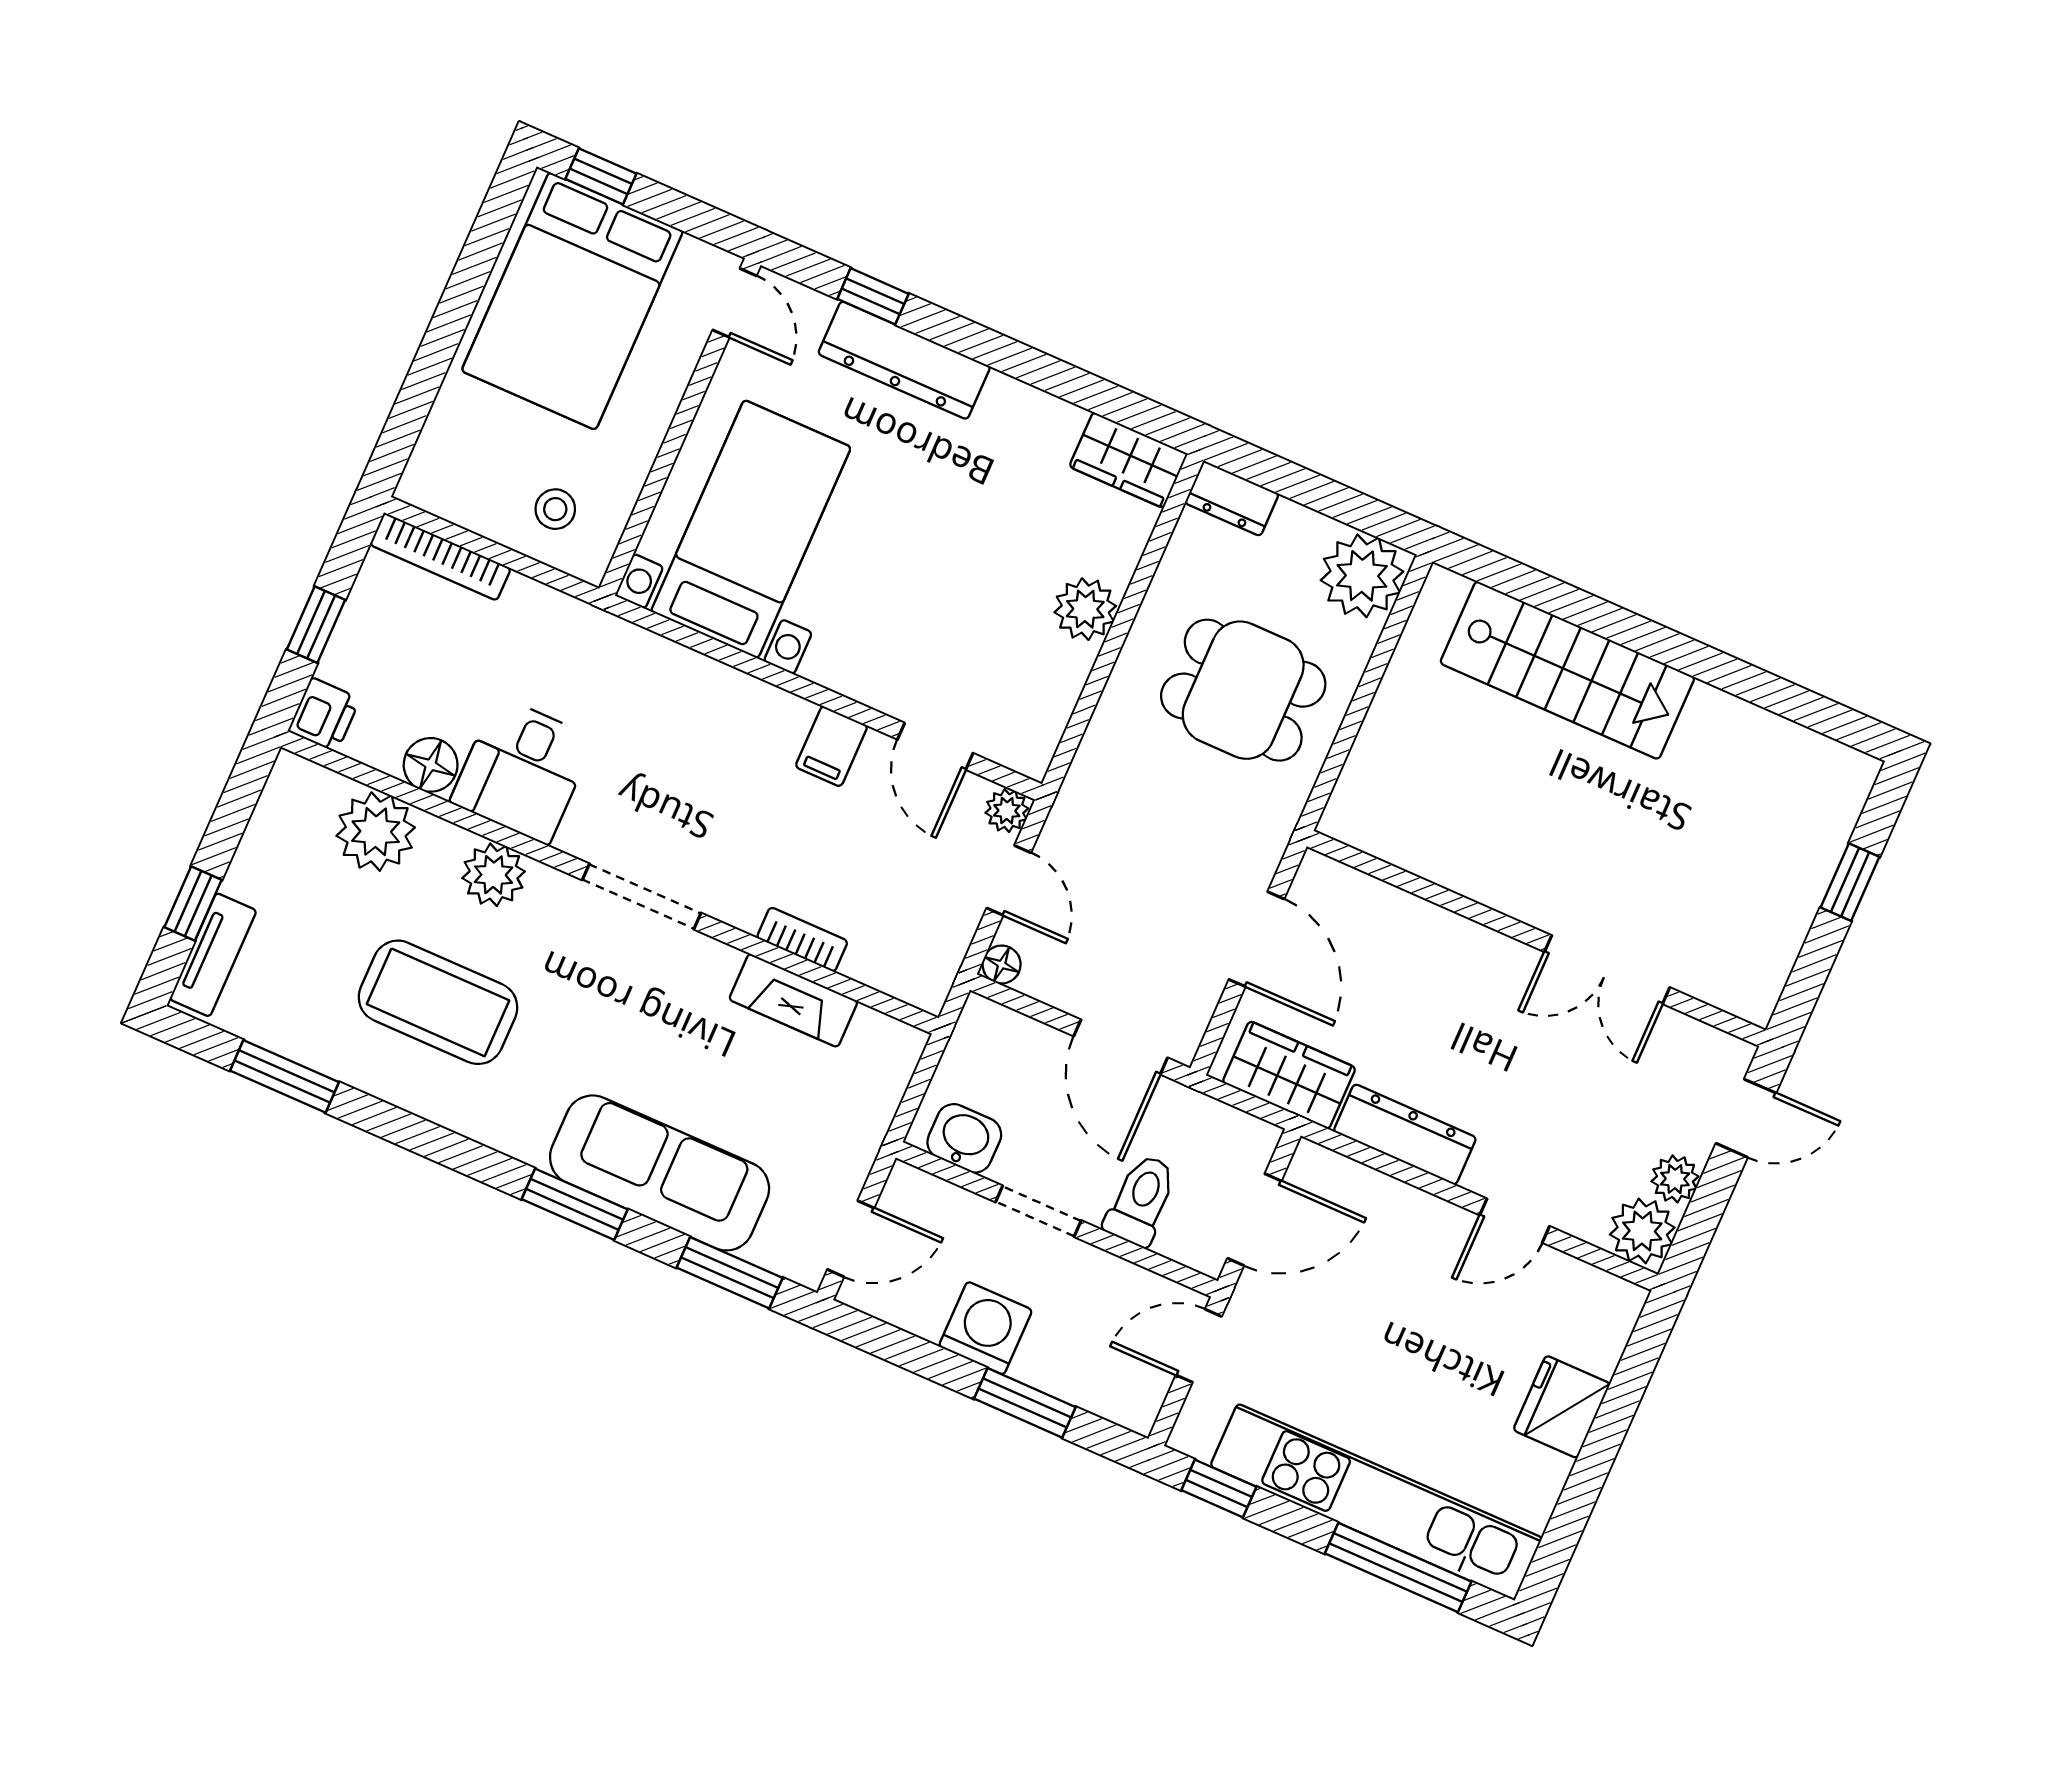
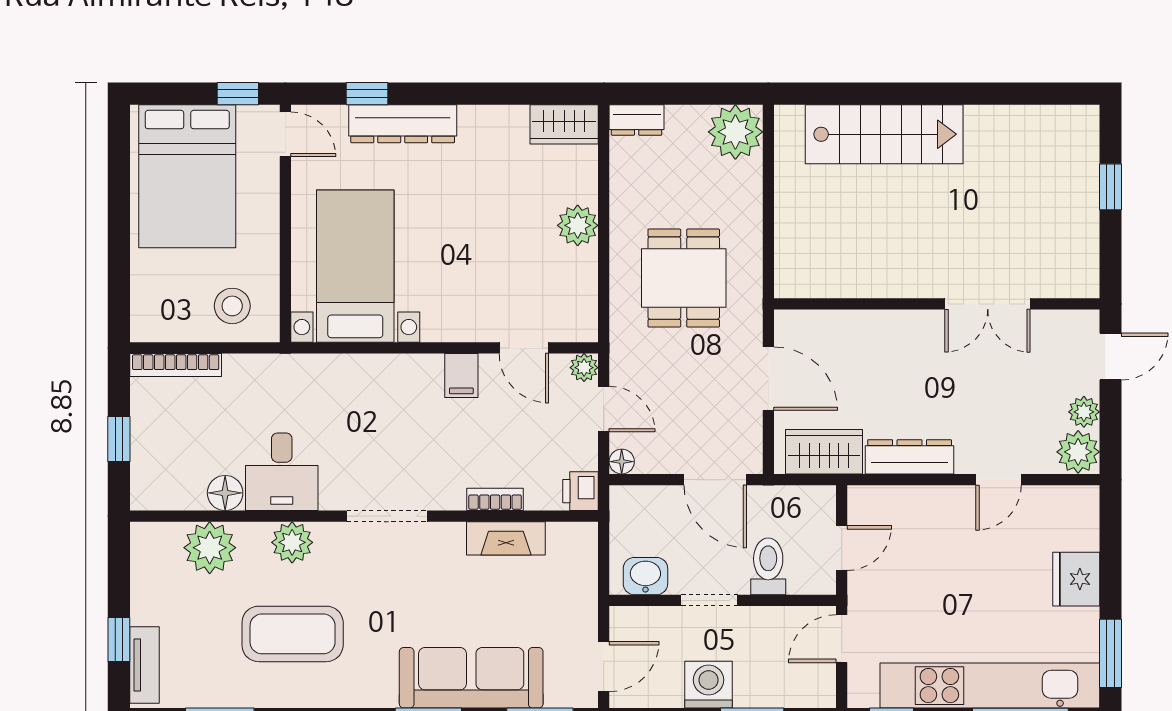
window: (601, 176) -> (238, 94), moved
stool: (555, 509) -> (232, 306), width x1.37, depth x1.37
dining table: (1243, 690) -> (684, 278), moved, turned 90
printer: (324, 715) -> (581, 491), moved, turned 180
door: (1254, 1220) -> (842, 548), width x0.73
window: (1564, 1531) -> (1111, 653), added

